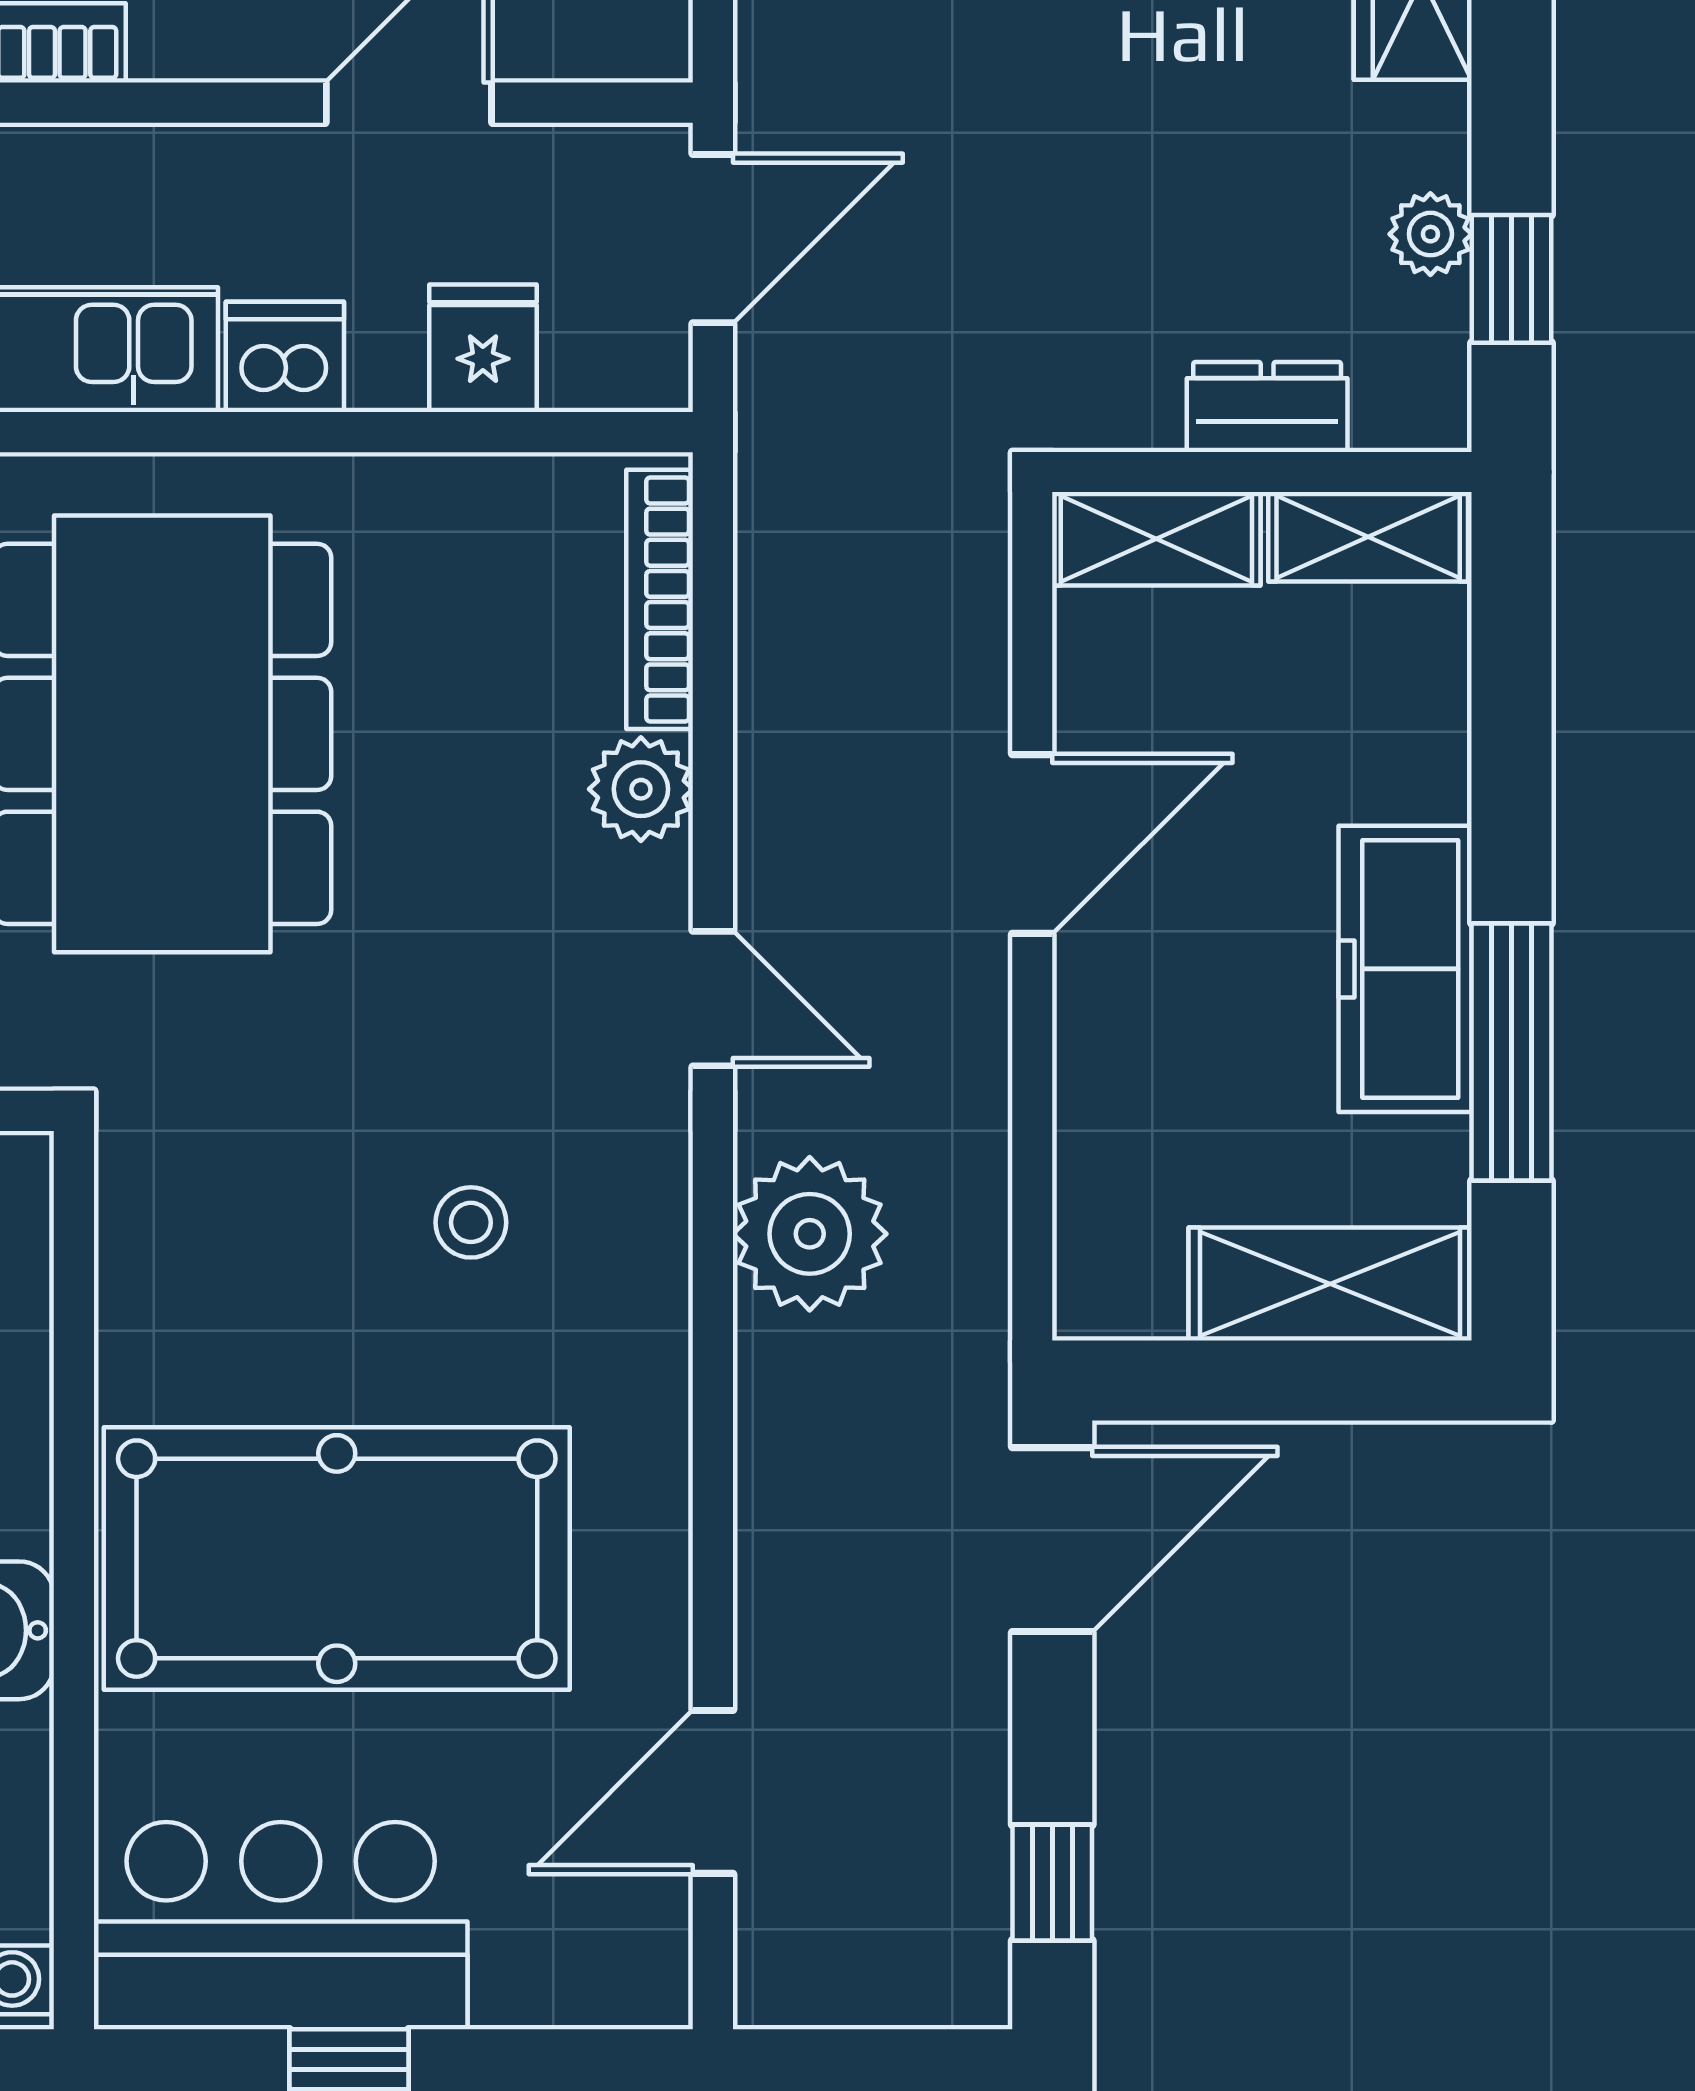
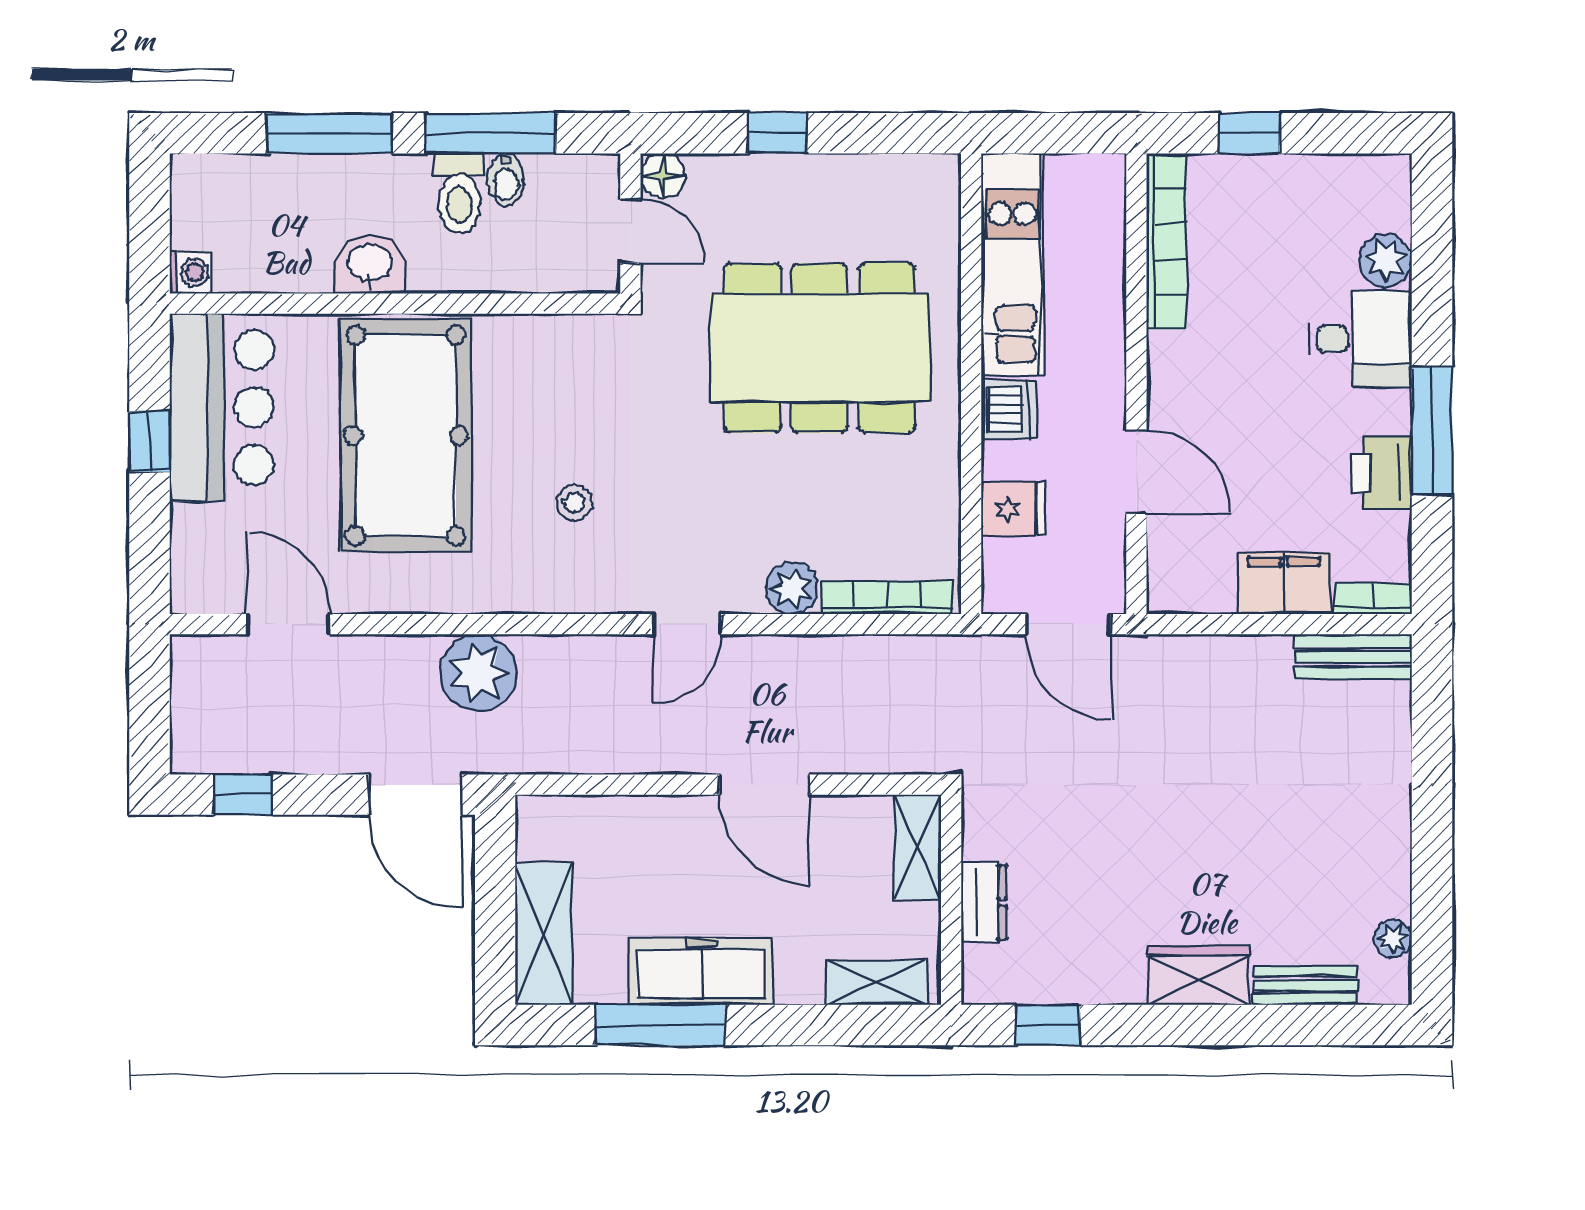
plant: (1430, 234) -> (1070, 984), removed
shelving: (1368, 537) -> (876, 982), moved, turned 90
plant: (810, 1234) -> (479, 673), moved

